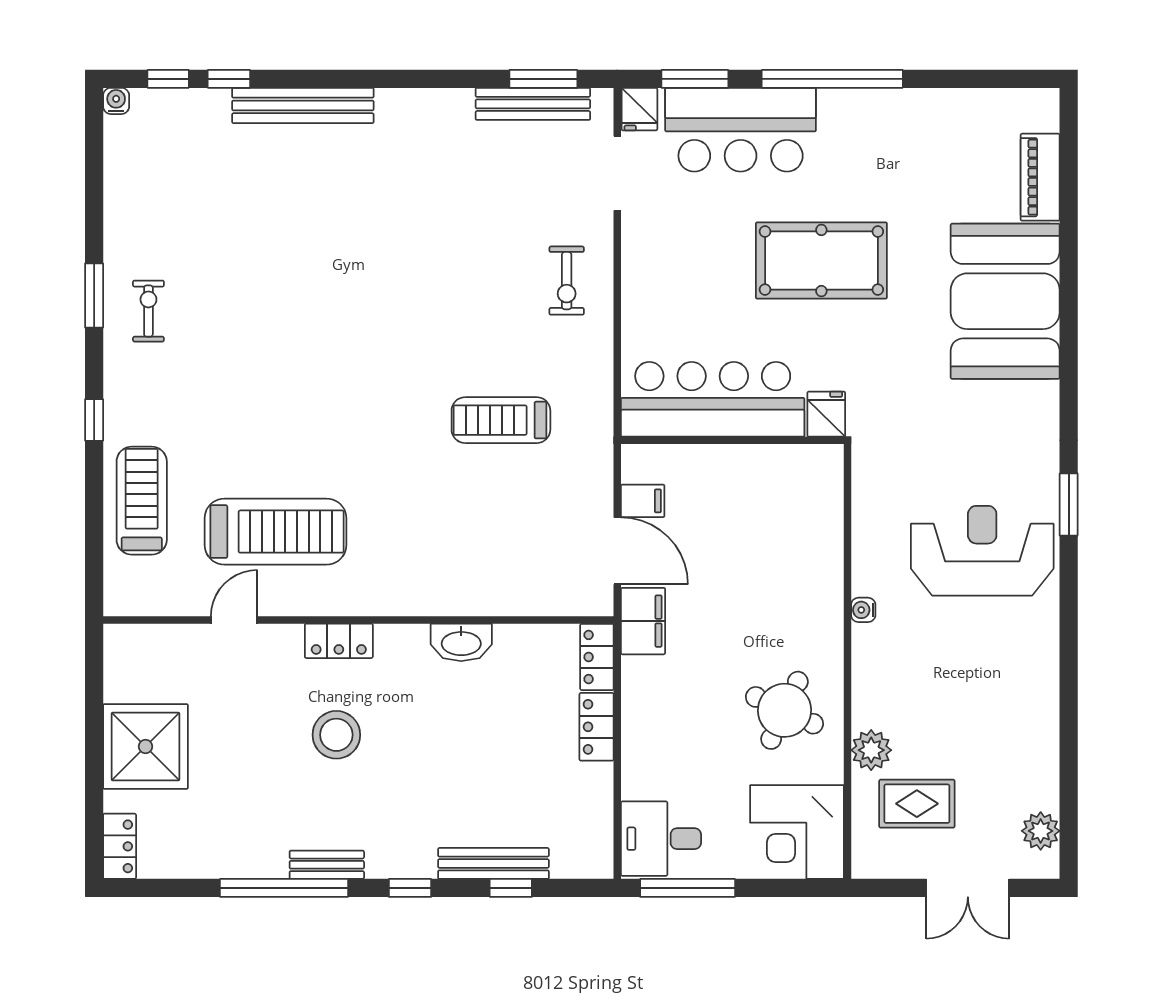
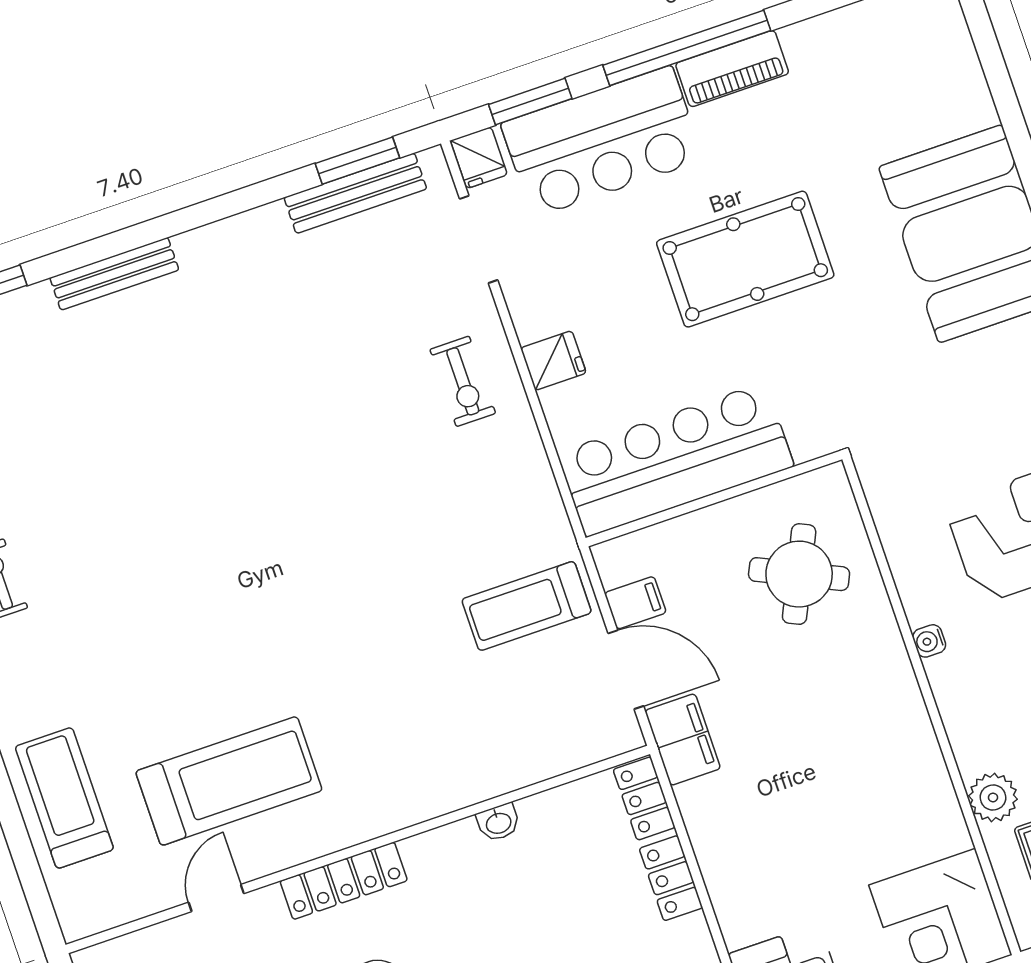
bench: (303, 105) -> (114, 274), width x0.73, depth x0.82
piano: (1040, 177) -> (732, 69), moved, turned -90
fridge: (826, 414) -> (553, 361), moved, turned 90
treadmill: (501, 420) -> (527, 606), moved
locker: (339, 641) -> (344, 881), width x1.53
washbasin: (461, 642) -> (498, 822), width x0.52, depth x0.69
round table: (784, 710) -> (799, 574), moved

